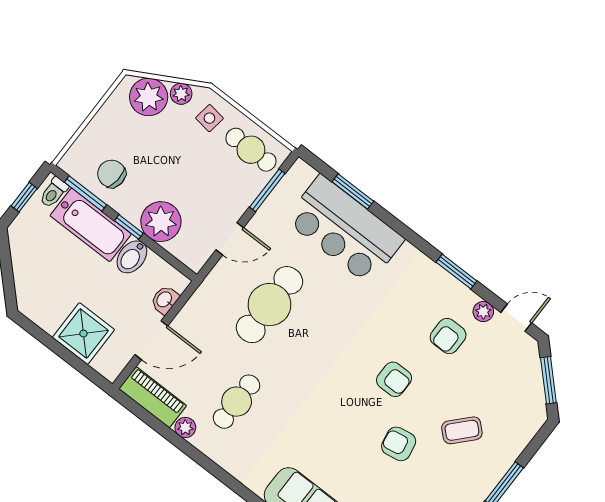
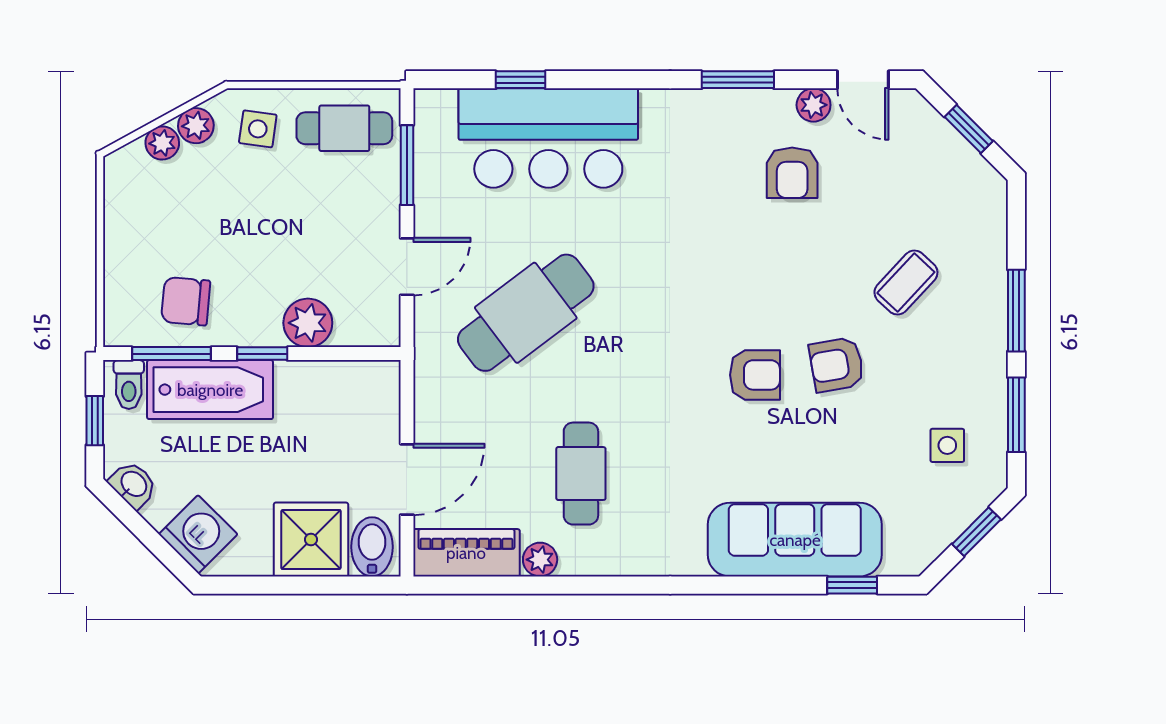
plant: (149, 97) -> (162, 143), width x0.53, depth x0.53
window: (353, 191) -> (521, 80), width x0.67
plant: (161, 222) -> (308, 323), width x0.73, depth x0.73
bidet: (132, 257) -> (372, 547), moved, turned 180
washing machine: (32, 289) -> (198, 534), added
washbasin: (165, 300) -> (133, 485), moved, turned 135
cafe table: (269, 305) -> (526, 313), turned 53
door: (516, 318) -> (863, 80), swing flipped
armchair: (394, 379) -> (755, 375), moved
window: (548, 380) -> (969, 129), width x0.67

